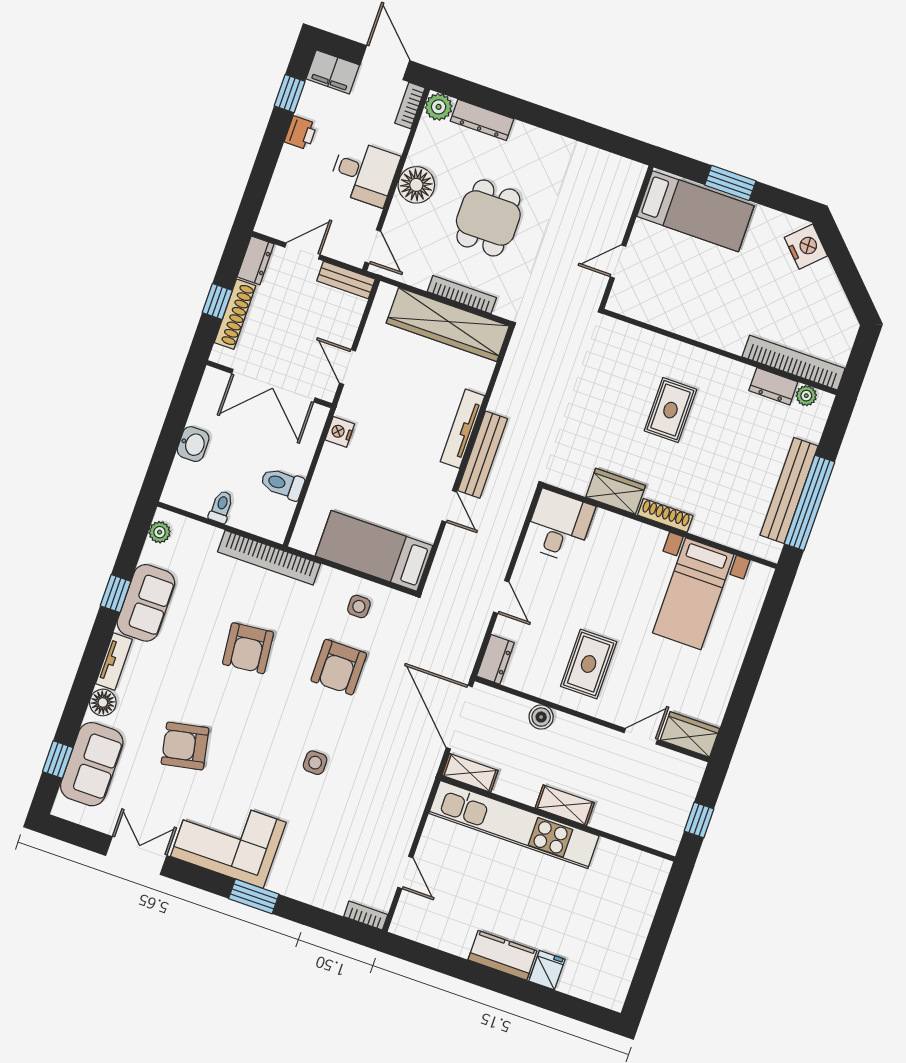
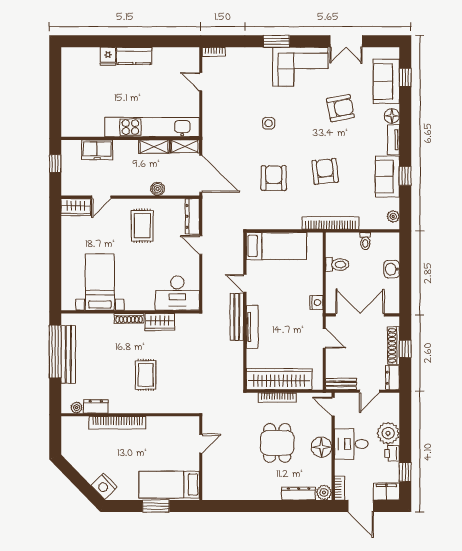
plant: (295, 169) -> (388, 433), added
bookcase: (794, 363) -> (117, 423), moved
desk: (559, 526) -> (177, 293), width x1.37
side table: (359, 606) -> (274, 214), removed
dresser: (495, 659) -> (192, 216), width x1.44
shelving: (565, 805) -> (154, 147), moved
freezer: (620, 819) -> (97, 150), added

